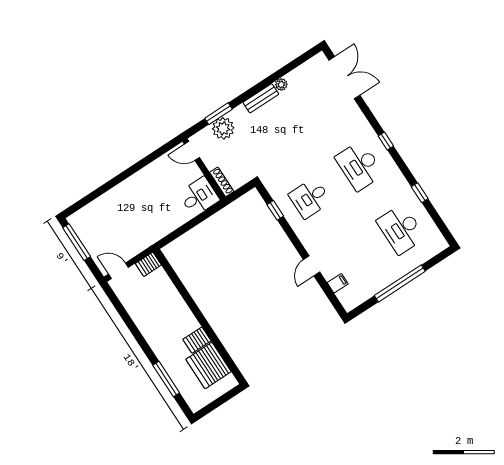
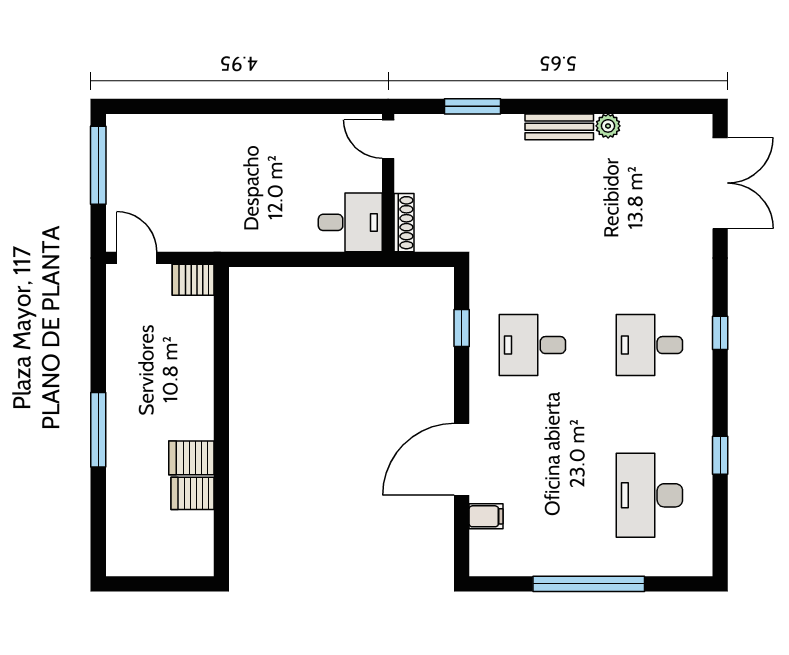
plant: (223, 128) -> (464, 136), removed
desk: (359, 166) -> (649, 345), width x0.73
door: (312, 266) -> (462, 459), width x1.87
server rack: (209, 365) -> (192, 493), width x0.46, depth x0.70
window: (166, 379) -> (98, 430), moved

